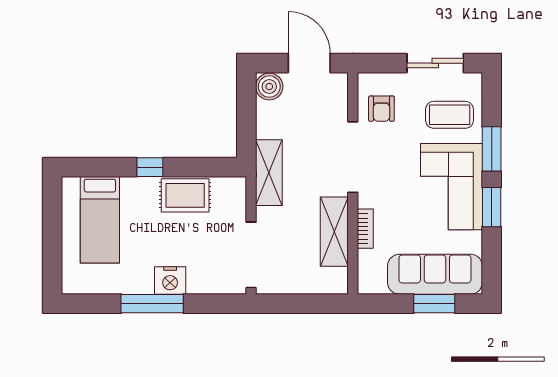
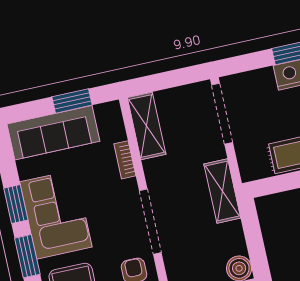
shelving: (334, 232) -> (147, 126), moved
window: (434, 304) -> (72, 101), moved

